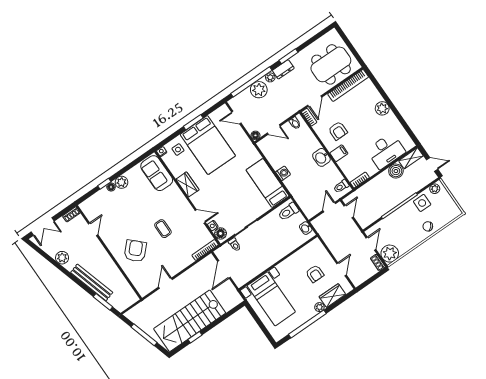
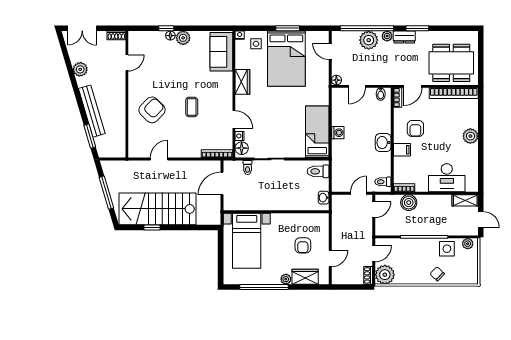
door: (274, 129) -> (357, 86), hinge flipped
boiler: (396, 171) -> (409, 203), moved

